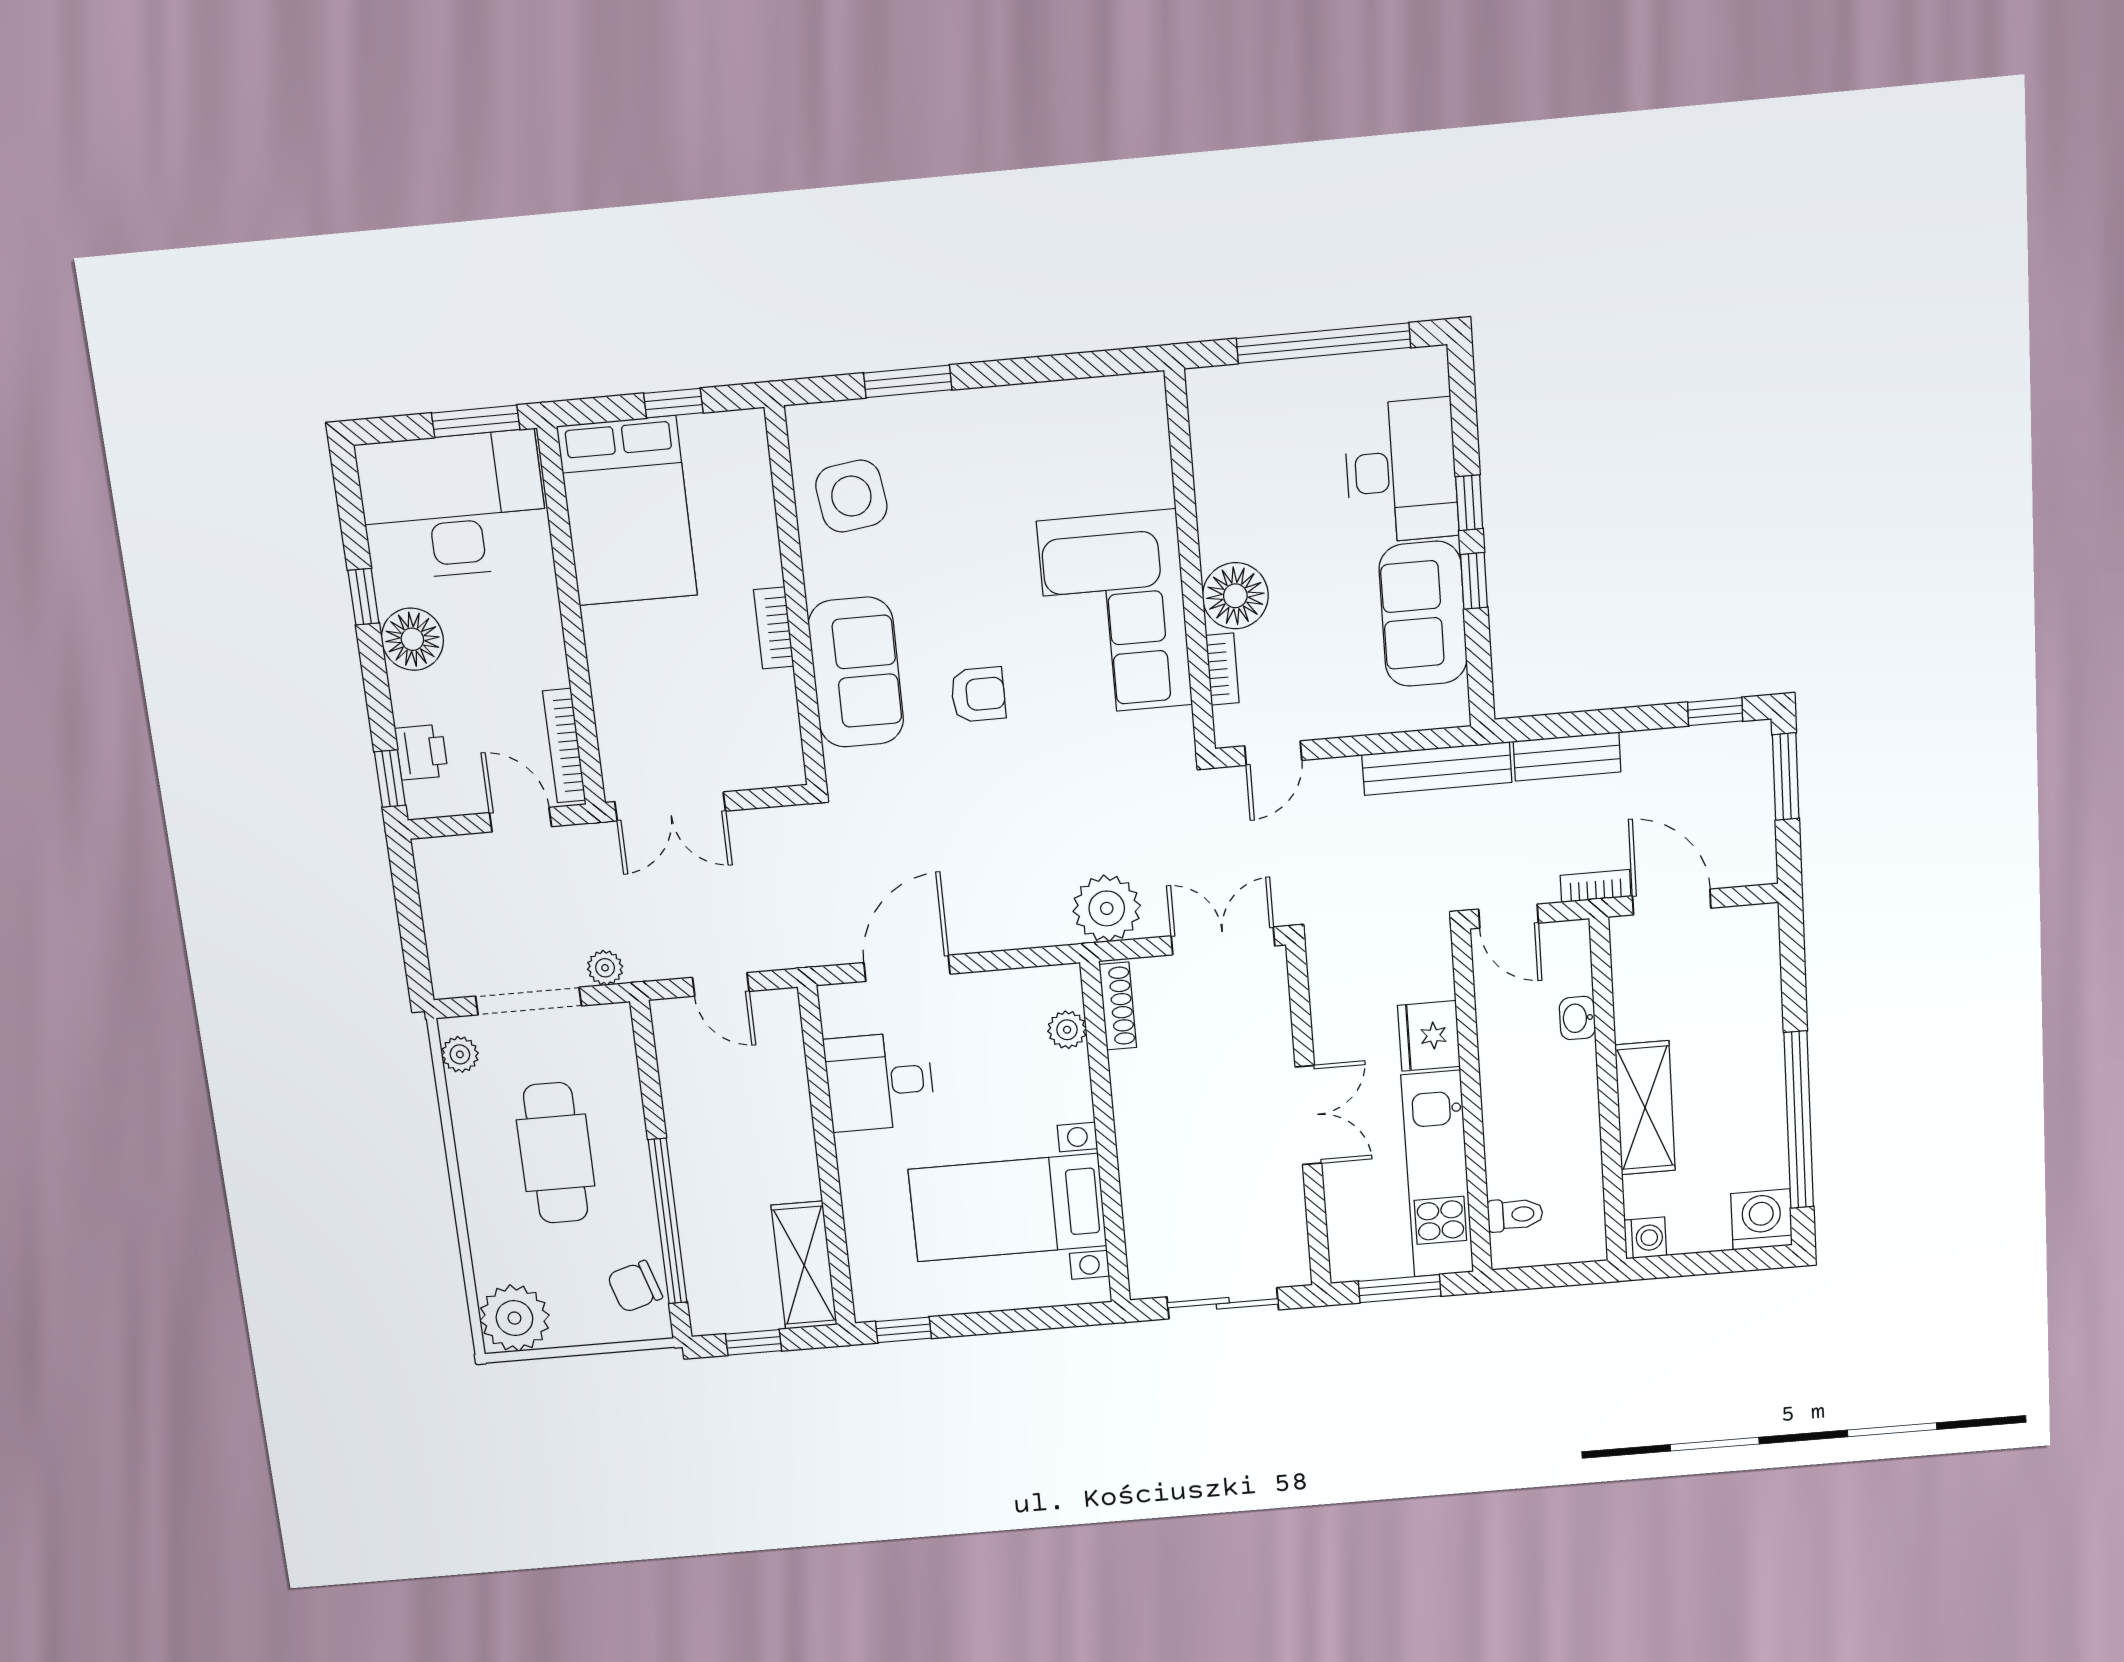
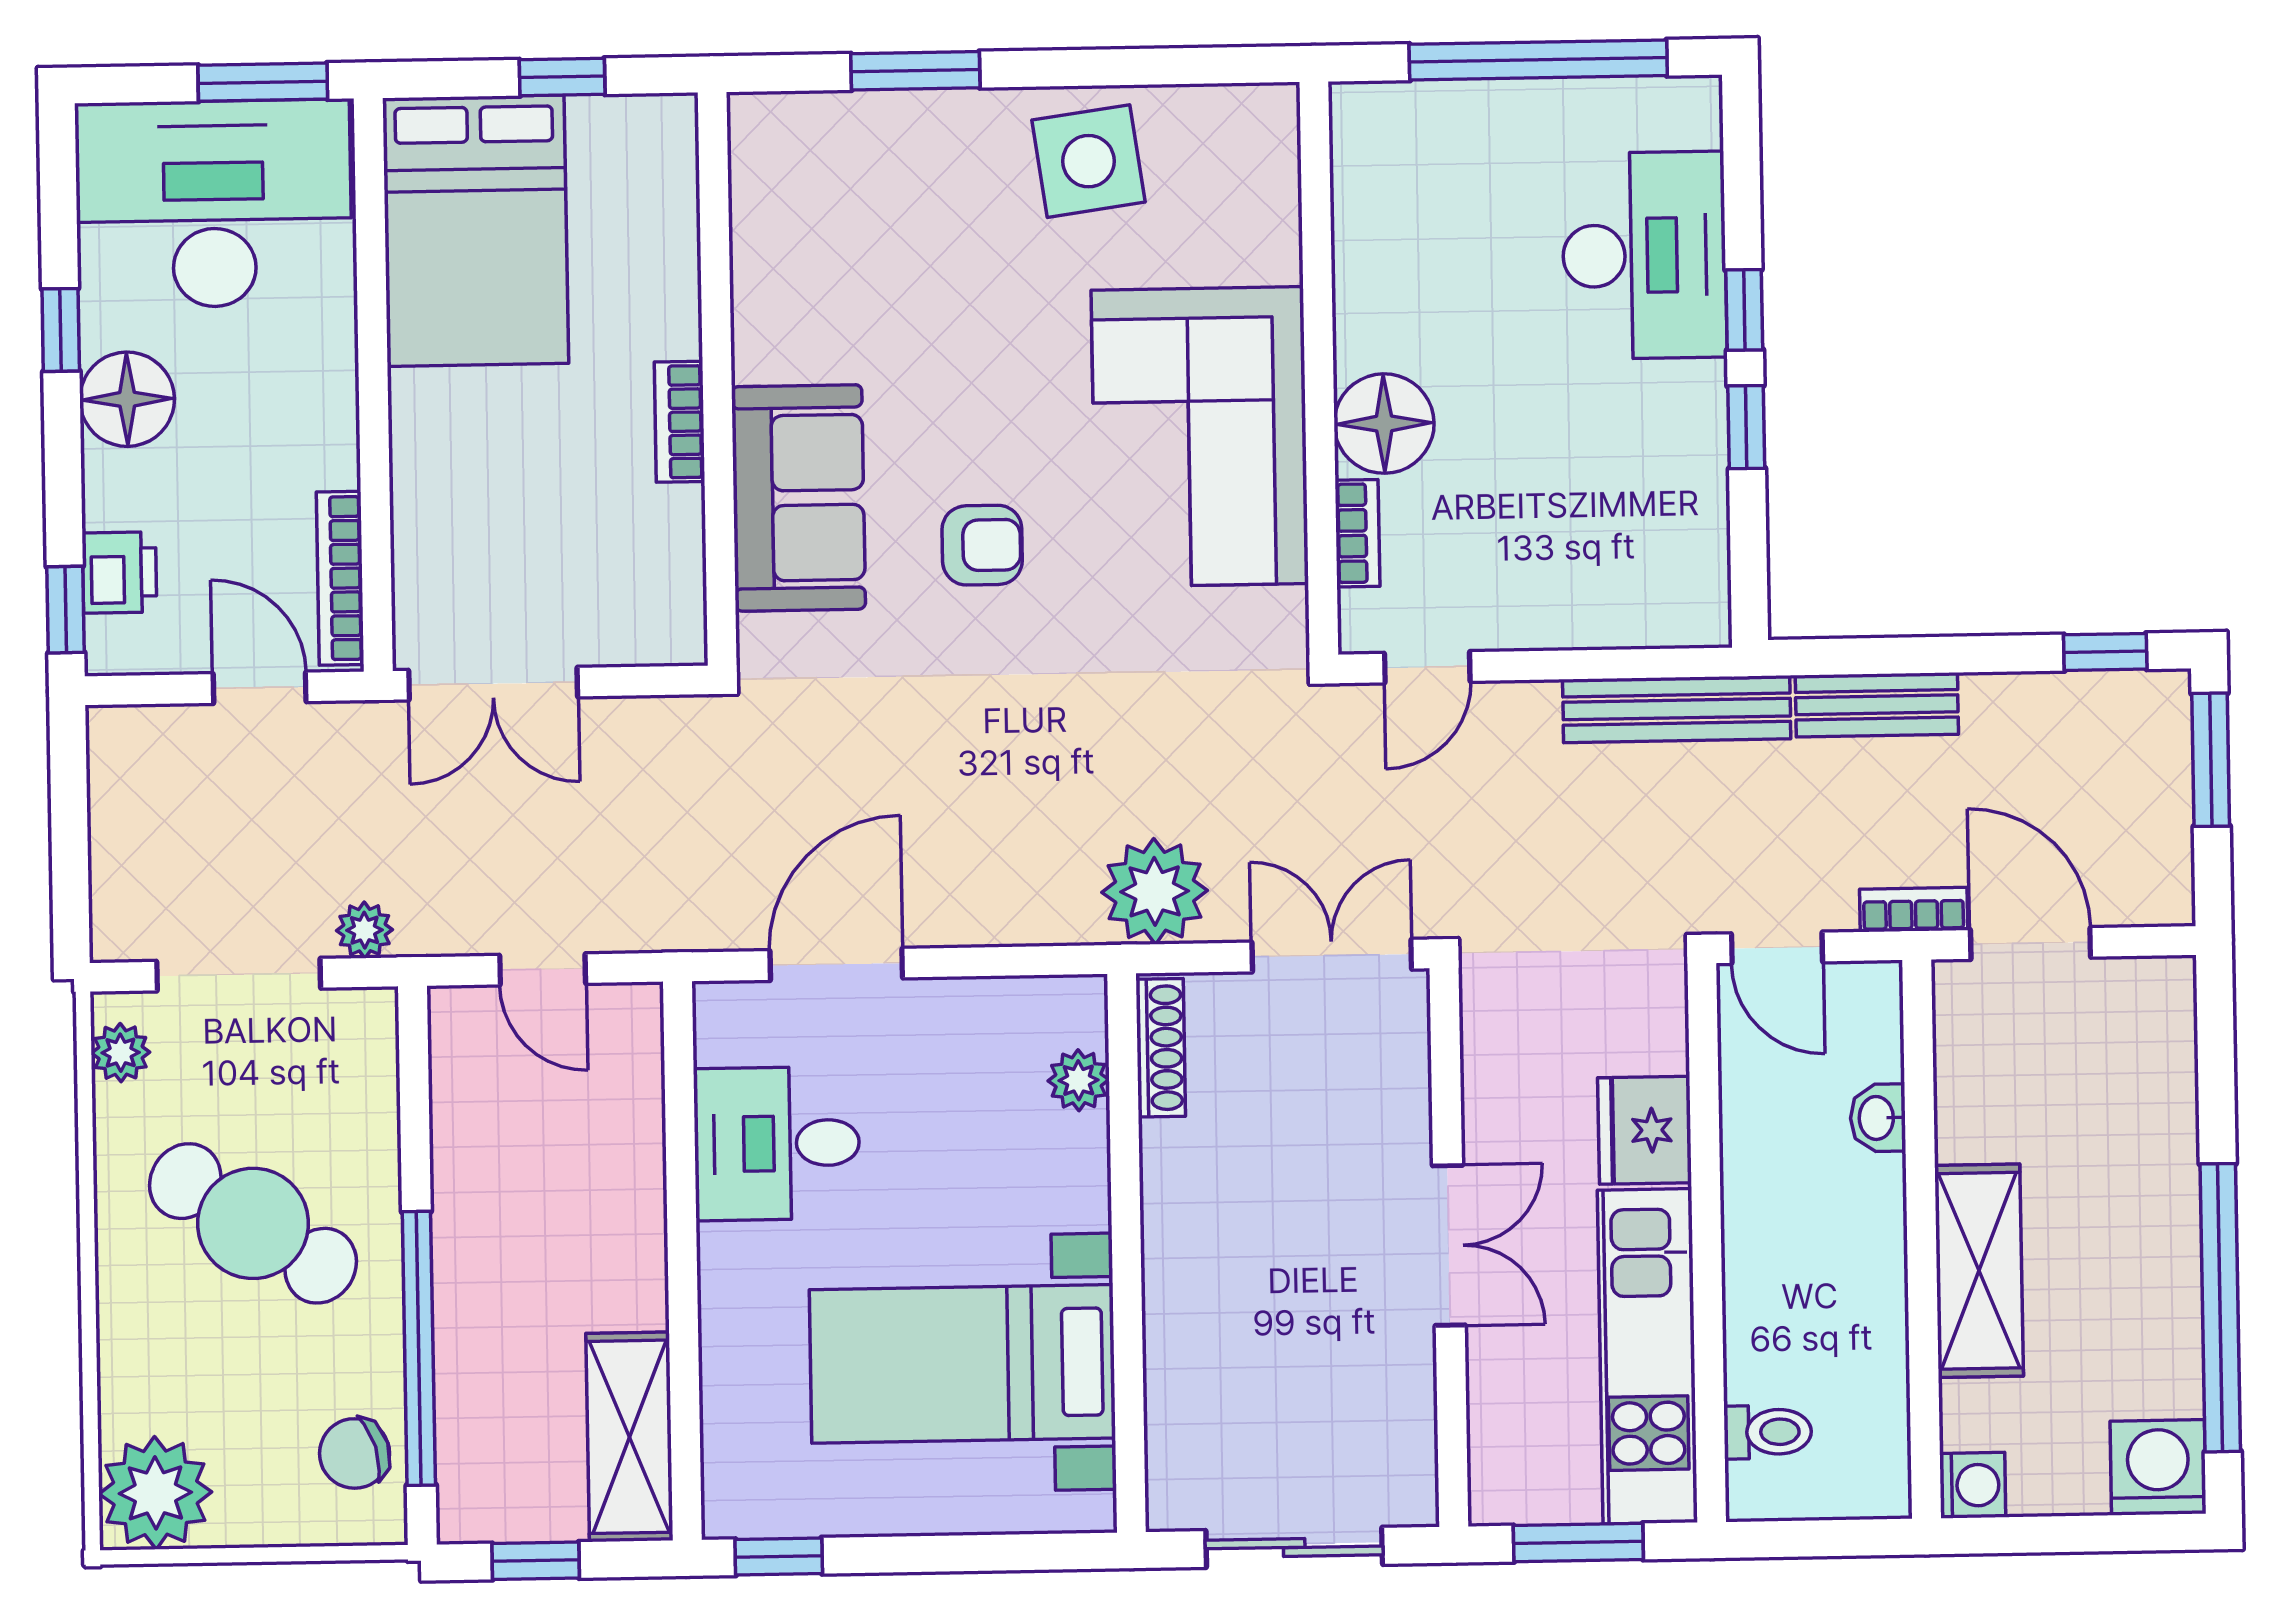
side table: (851, 496) -> (1089, 161), moved
sofa: (1423, 614) -> (1667, 471), removed
cafe table: (556, 1153) -> (253, 1223), turned -57

